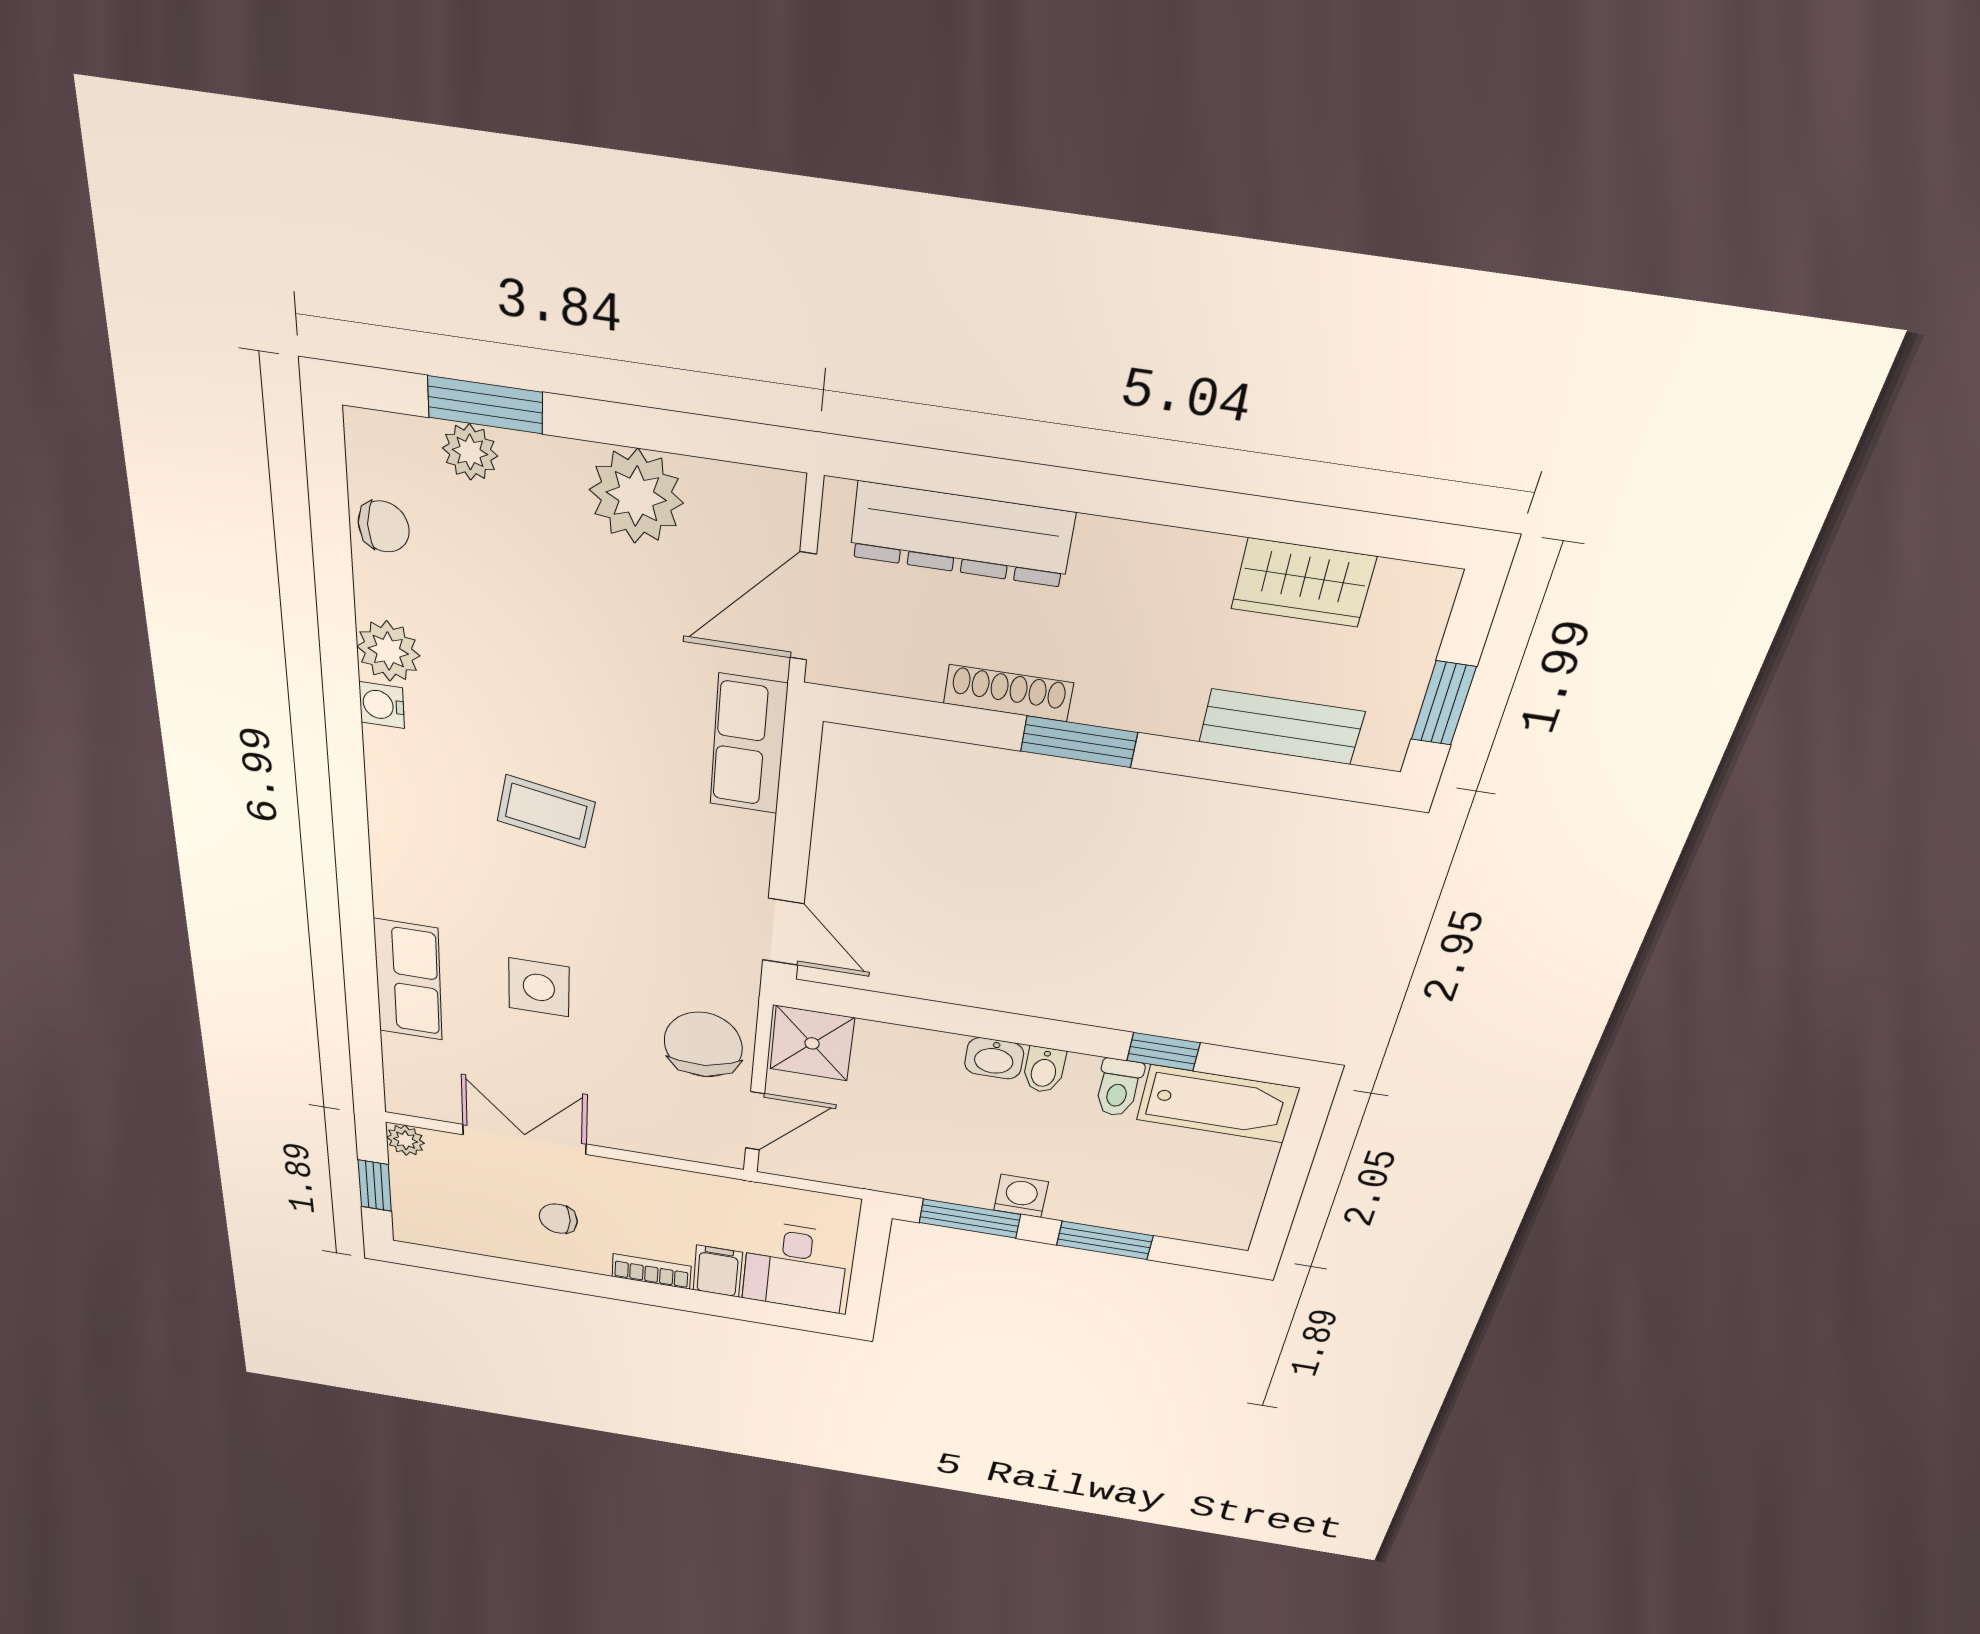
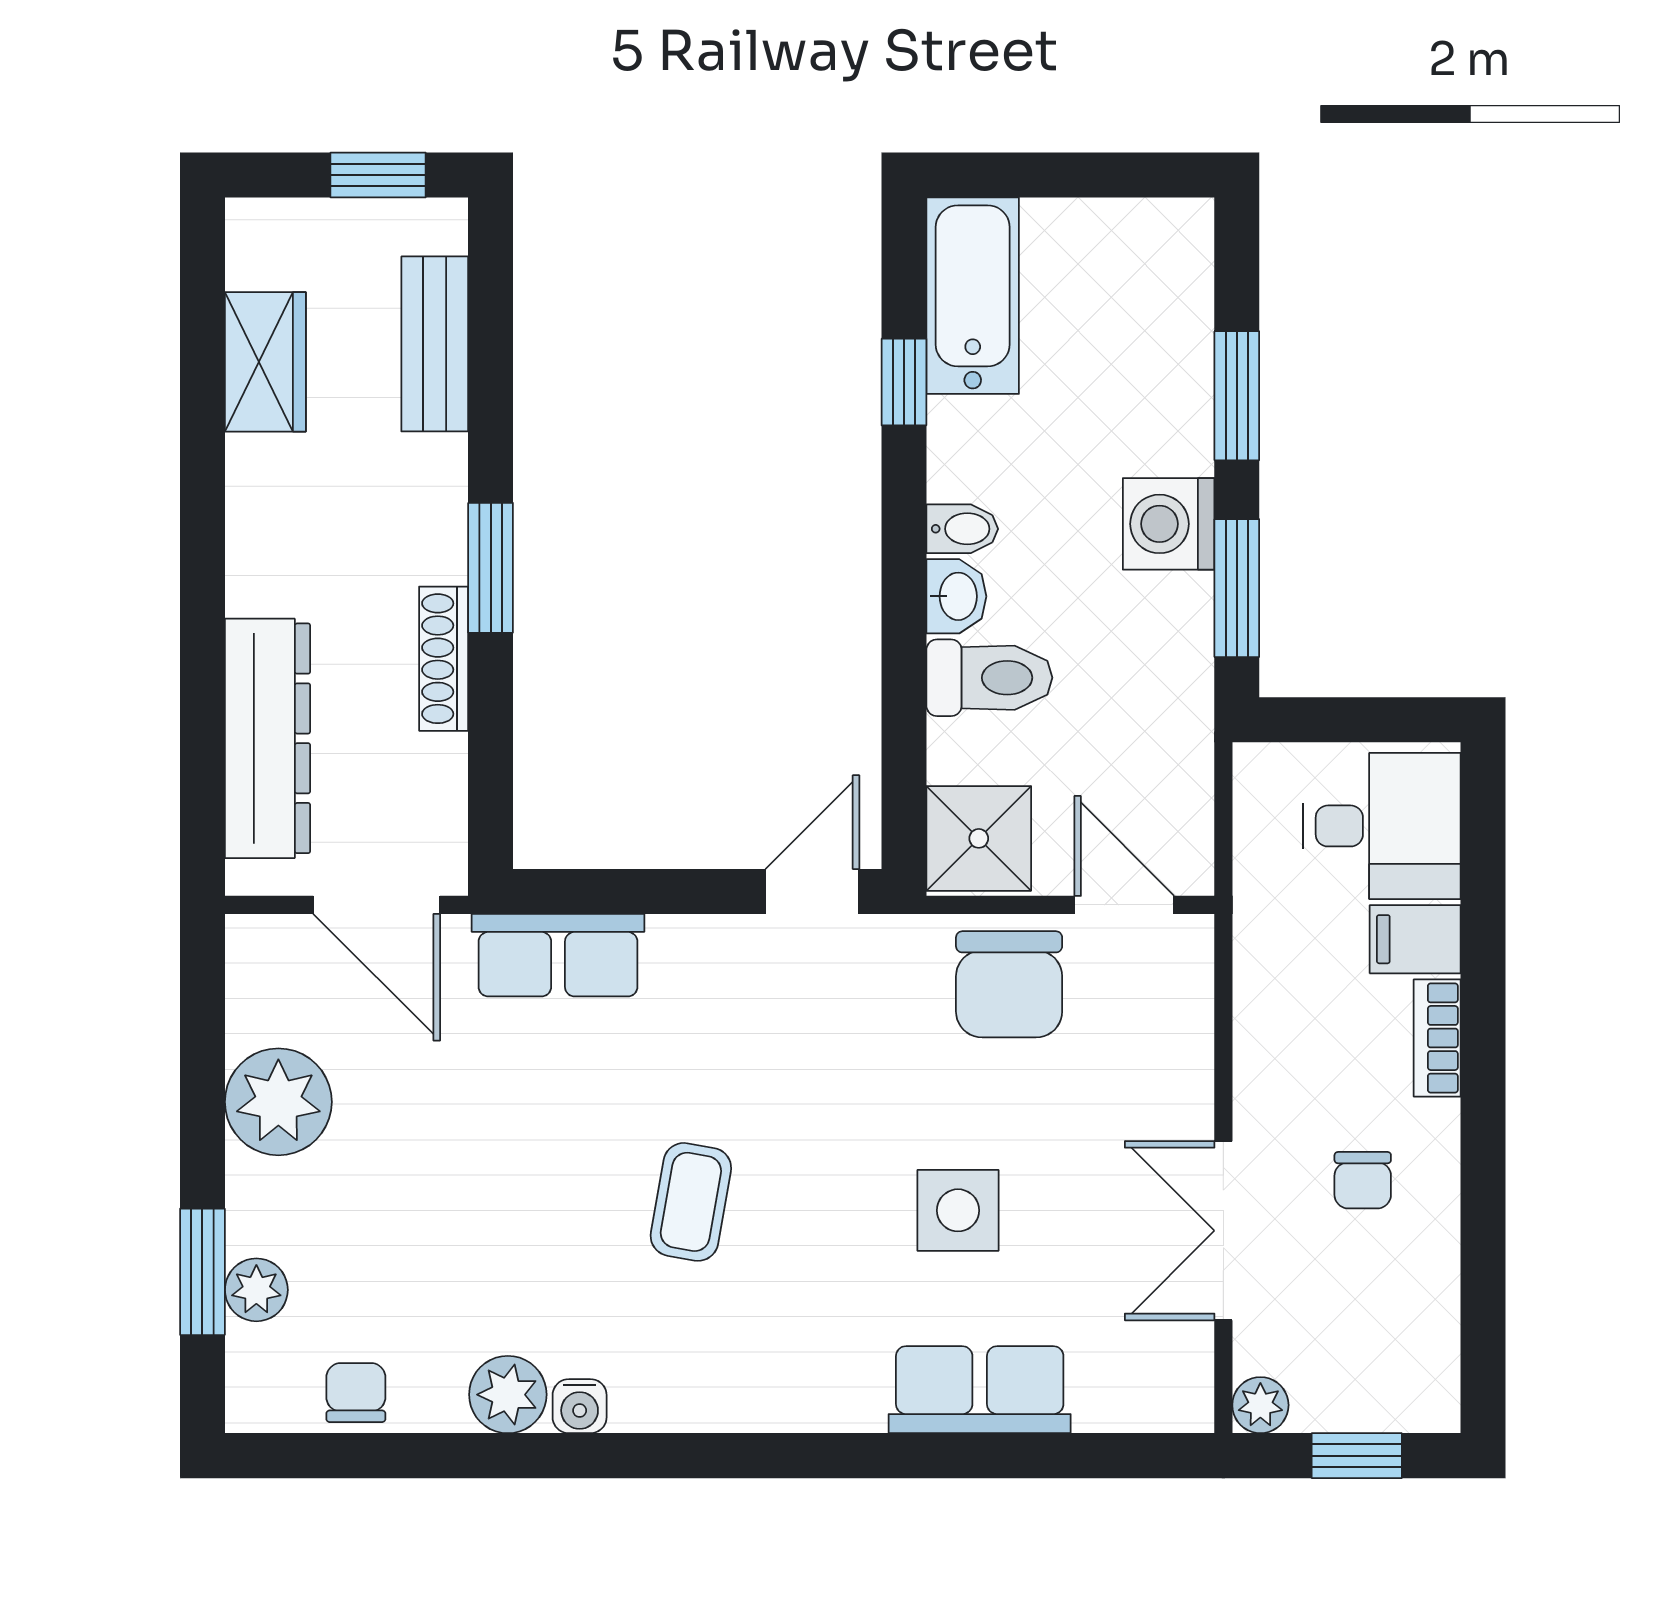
chair: (703, 1045) -> (1009, 984), turned -83
toilet: (1118, 1088) -> (989, 678), moved, width x1.37, depth x1.39
washing machine: (1021, 1196) -> (1169, 524), width x1.38, depth x1.38

